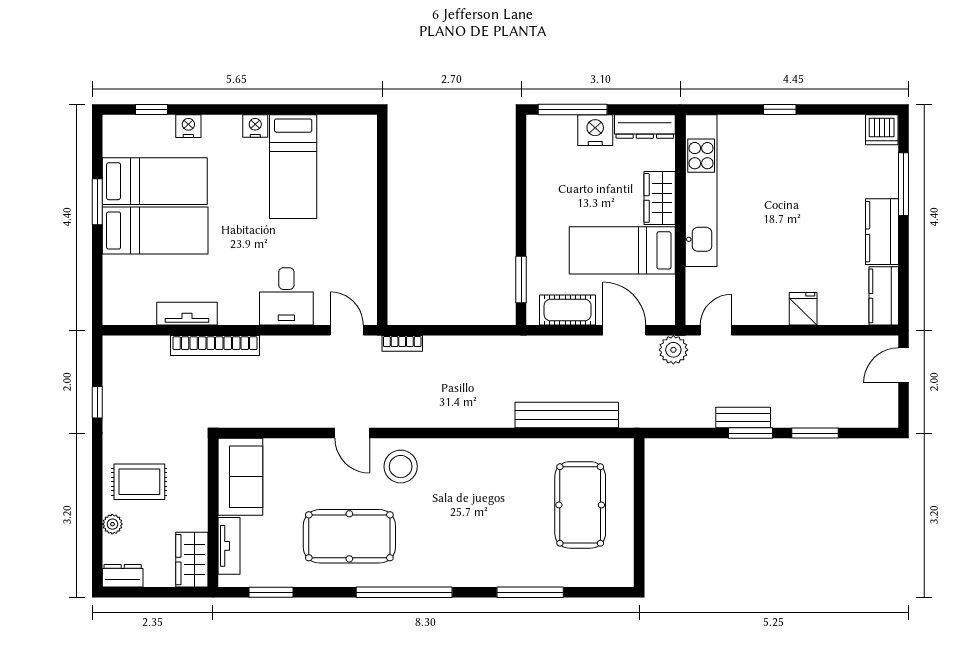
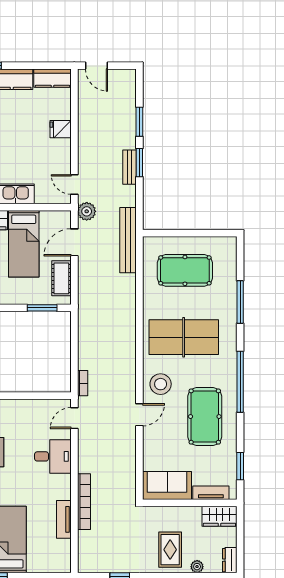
bench: (567, 415) -> (128, 240), moved
table tennis table: (475, 503) -> (184, 337), added

